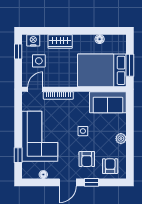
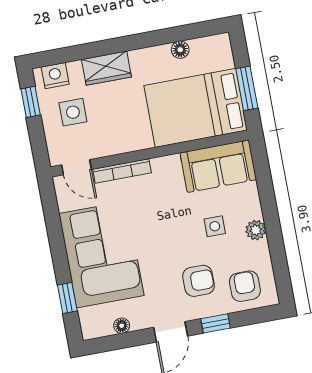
door: (35, 89) -> (76, 167), swing flipped
side table: (83, 131) -> (215, 226), moved
armchair: (87, 159) -> (198, 281), turned -90

